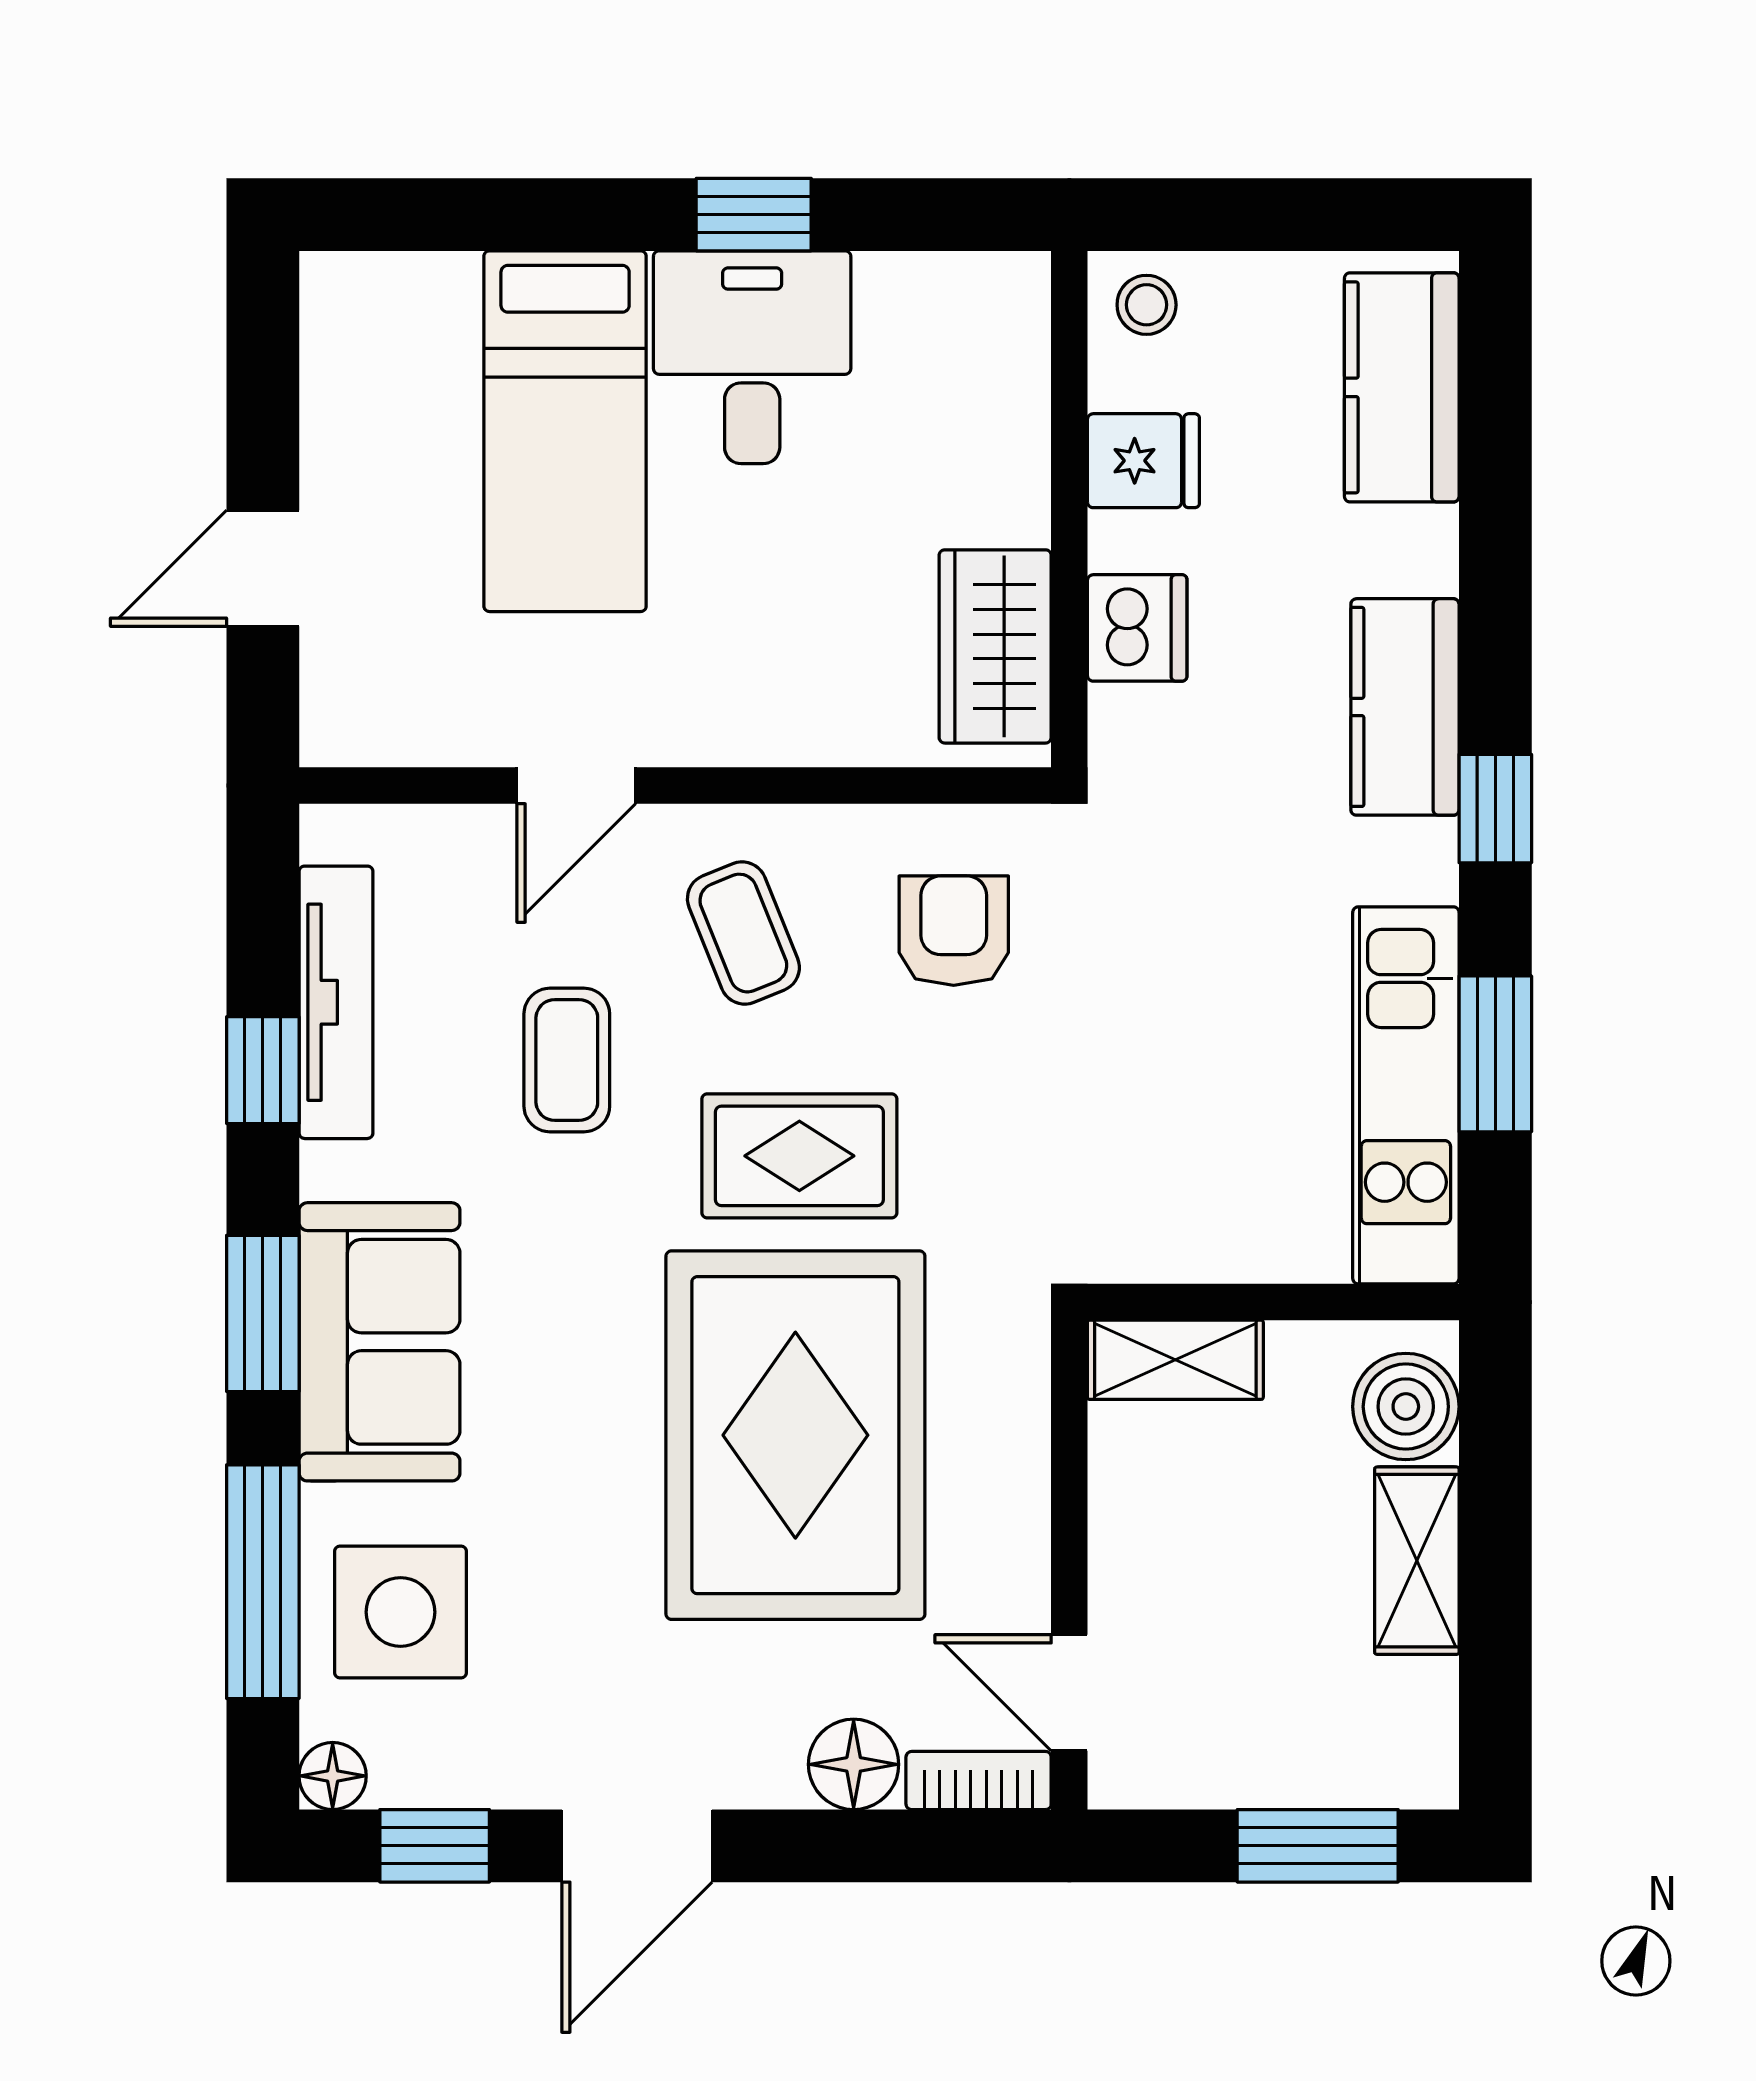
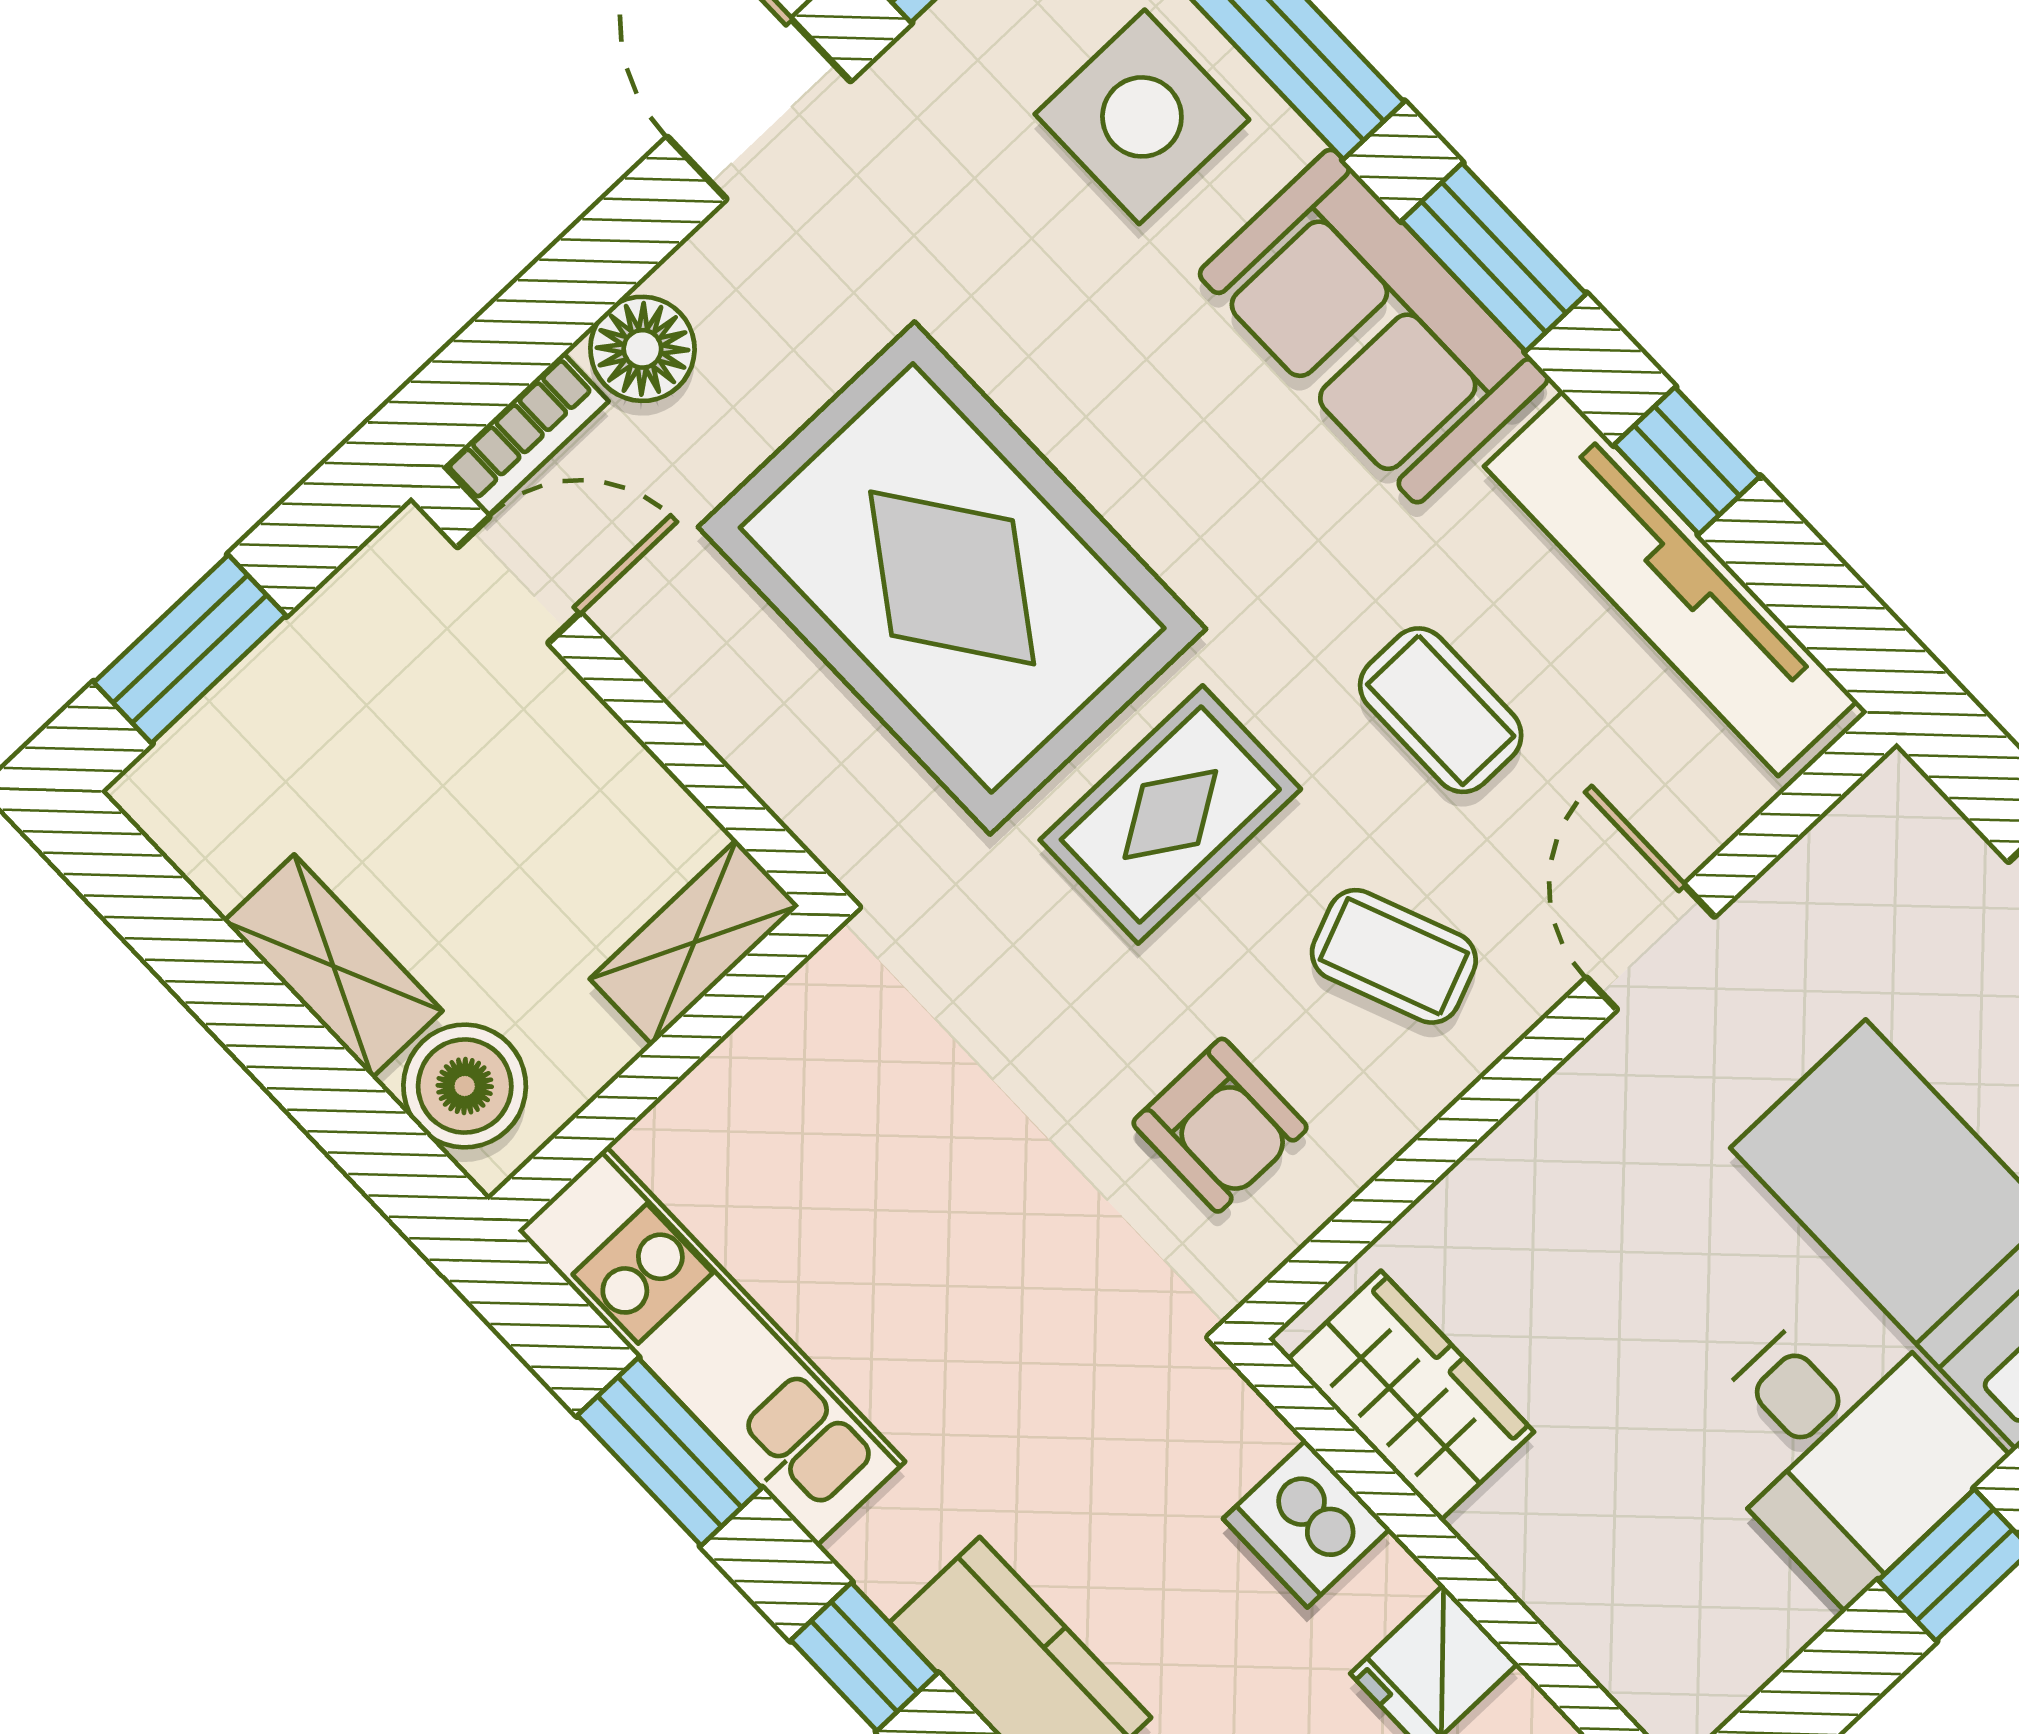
tv unit: (336, 1002) -> (1671, 584), width x1.36, depth x1.29

